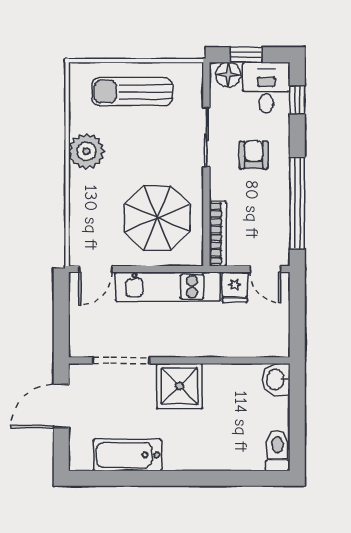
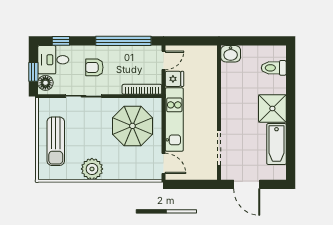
shower: (179, 386) -> (272, 108), moved
toilet: (277, 451) -> (274, 68), moved

